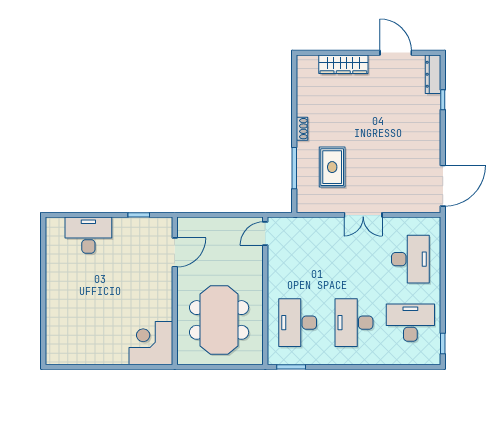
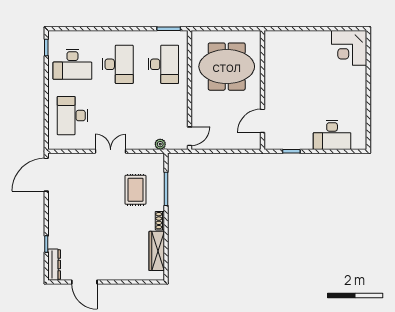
wardrobe: (343, 64) -> (157, 251), moved, turned -90
plant: (302, 224) -> (160, 144), added
meeting table: (219, 320) -> (227, 67), turned 90
corner desk: (151, 343) -> (349, 48), moved, turned 90

